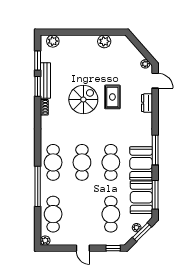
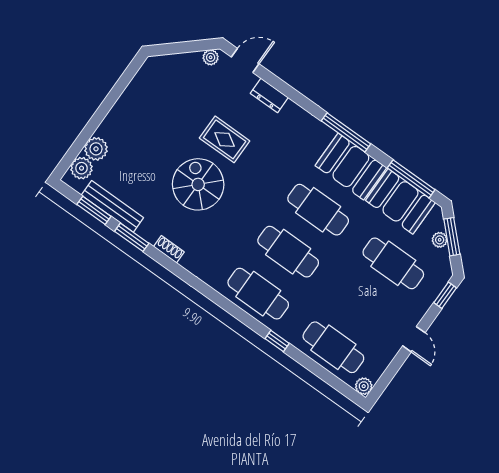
plant: (104, 41) -> (96, 149), moved
bench: (45, 81) -> (112, 206), moved
window: (38, 186) -> (277, 341), width x0.32
door: (83, 248) -> (414, 339), hinge flipped

